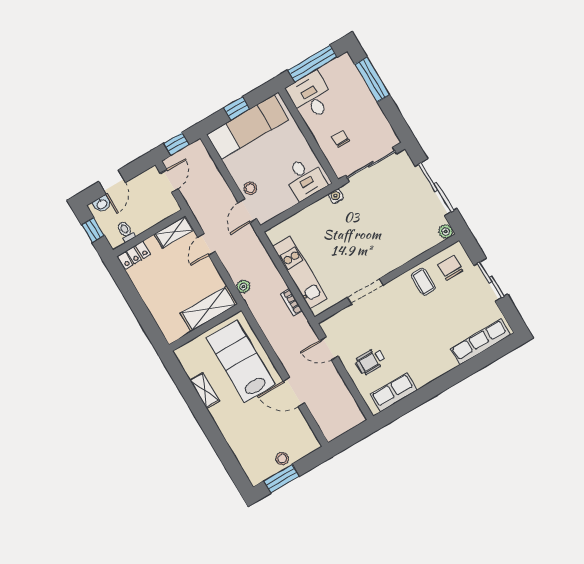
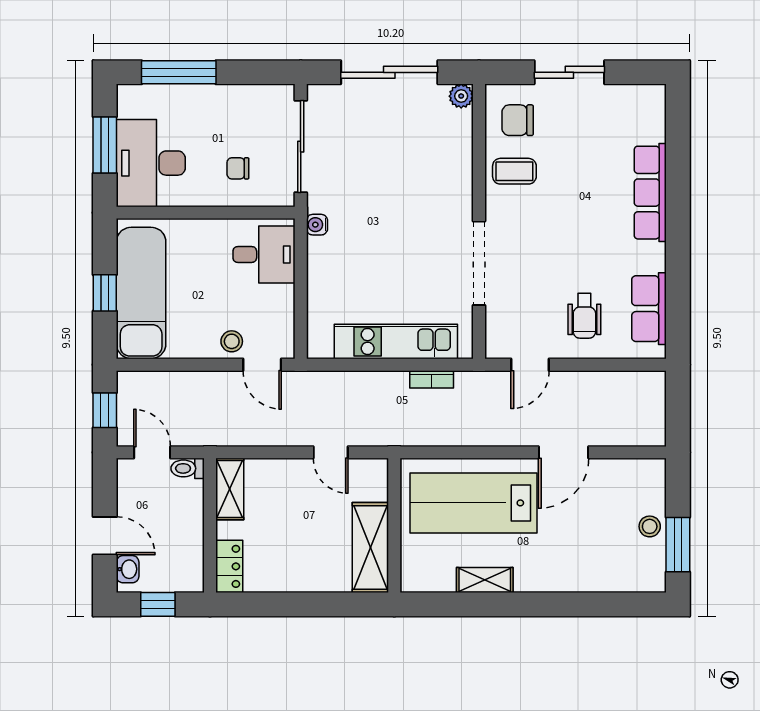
window: (312, 64) -> (105, 145), width x0.69
desk: (311, 96) -> (151, 163), width x1.37
toilet: (126, 231) -> (188, 468), moved
door: (207, 244) -> (331, 452), moved
plant: (243, 287) -> (368, 435), removed
doorway: (365, 291) -> (479, 263), width x1.36
shelving: (209, 309) -> (370, 548), moved
row of seats: (480, 342) -> (650, 193), moved

